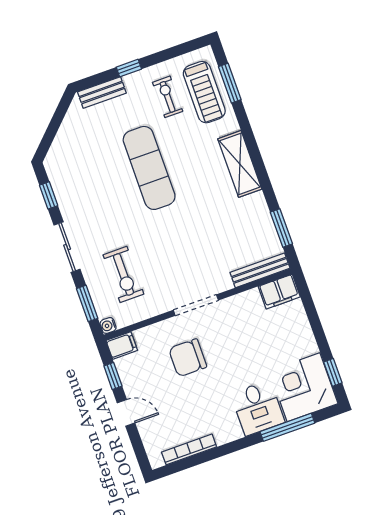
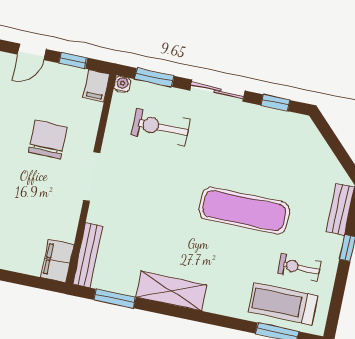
exercise bike: (168, 97) -> (299, 267), turned 180
shelving: (240, 164) -> (171, 291), moved

